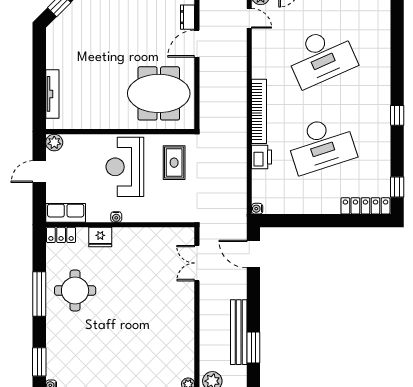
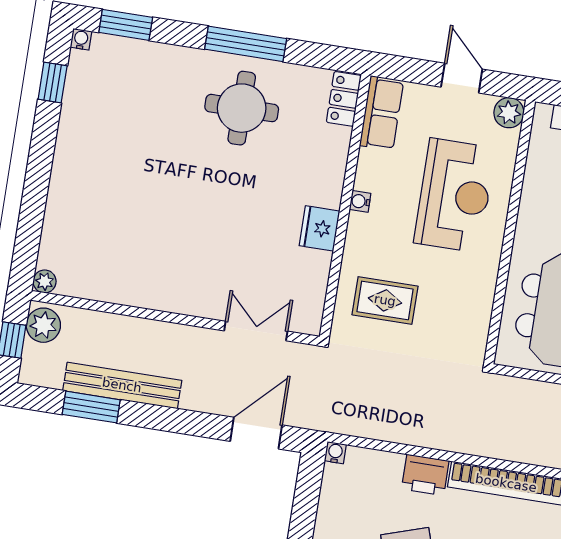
rug: (174, 163) -> (385, 300), moved
reception desk: (125, 167) -> (455, 195), moved, turned 90
fridge: (100, 237) -> (320, 228), moved

